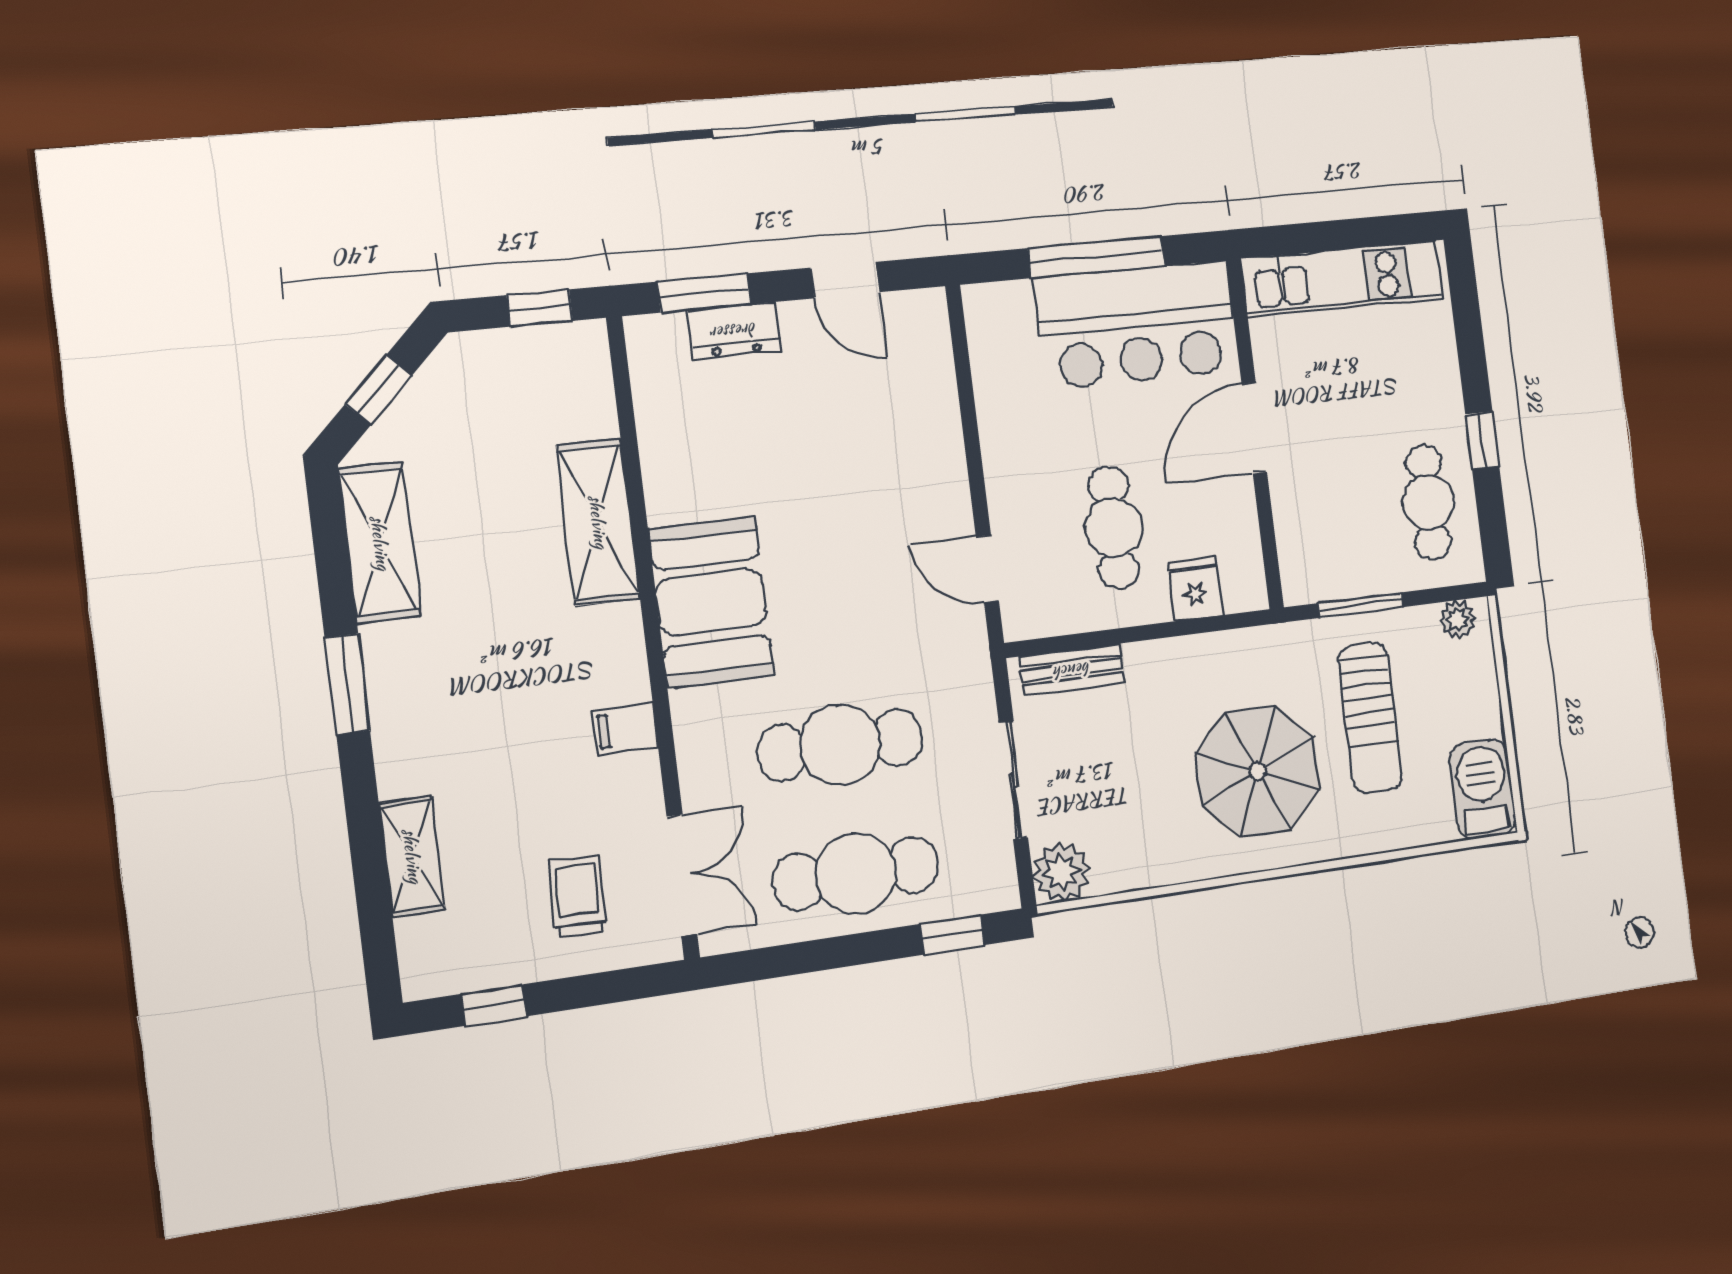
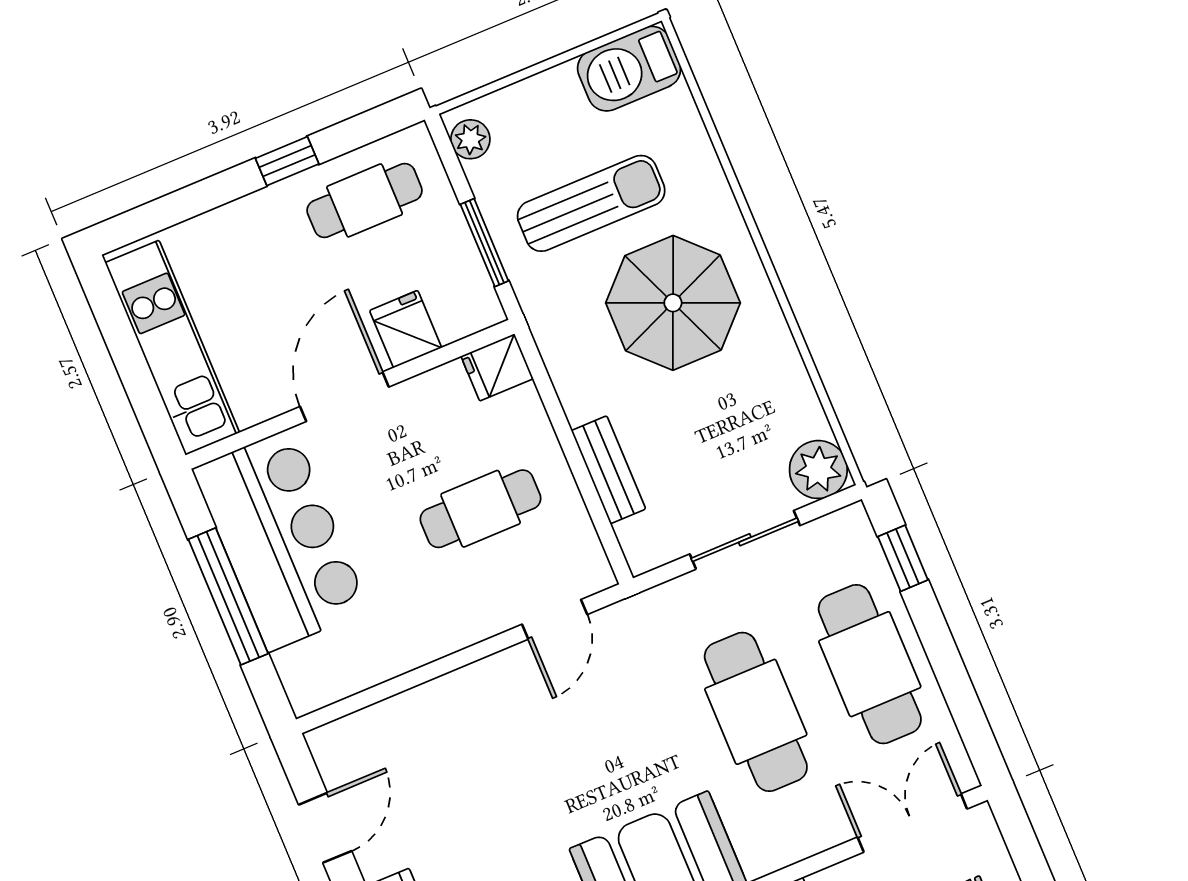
door: (1254, 428) -> (344, 397), swing flipped
fridge: (1301, 506) -> (406, 329), added
fridge: (1195, 589) -> (497, 367), moved
bench: (1072, 670) -> (608, 470), moved

